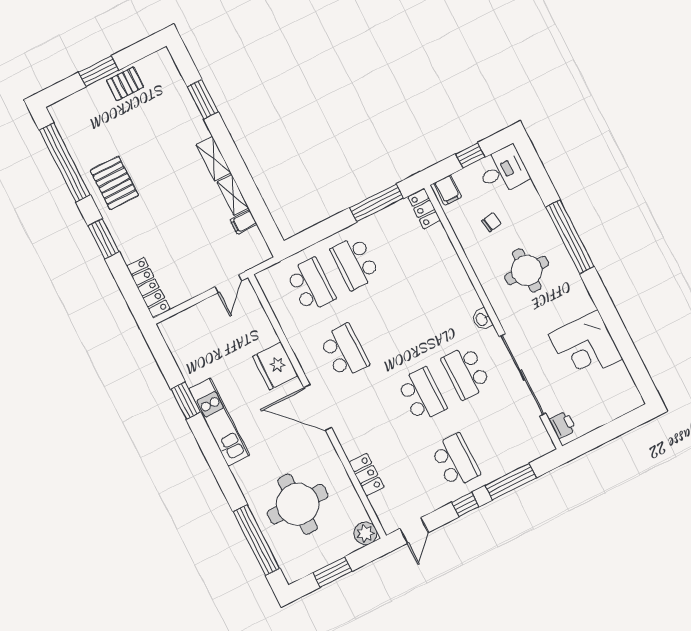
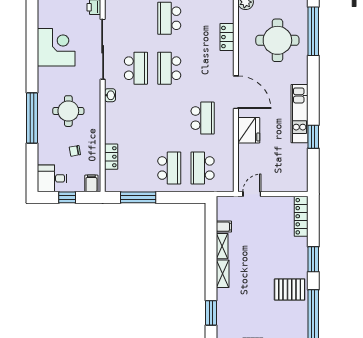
pallet: (114, 183) -> (290, 289), turned 90
locker: (424, 209) -> (111, 157), moved
school desk: (344, 351) -> (203, 118), turned 180

